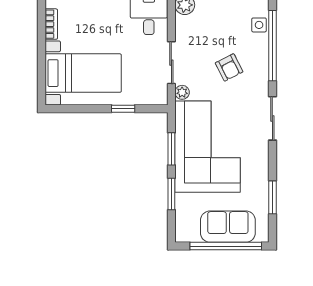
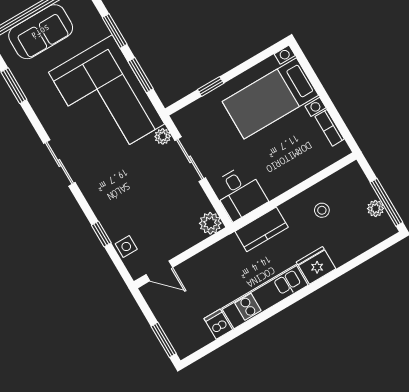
window: (272, 46) -> (101, 234), width x0.32
armchair: (229, 67) -> (131, 188), removed

